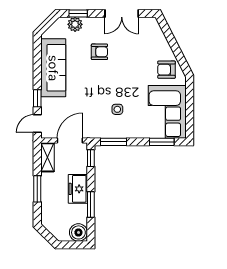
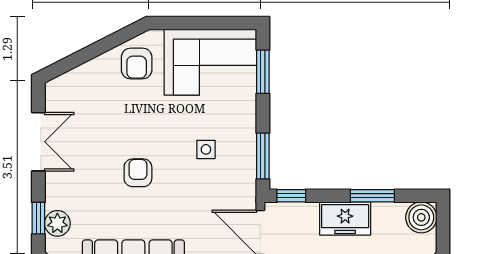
armchair: (99, 52) -> (138, 173), moved

